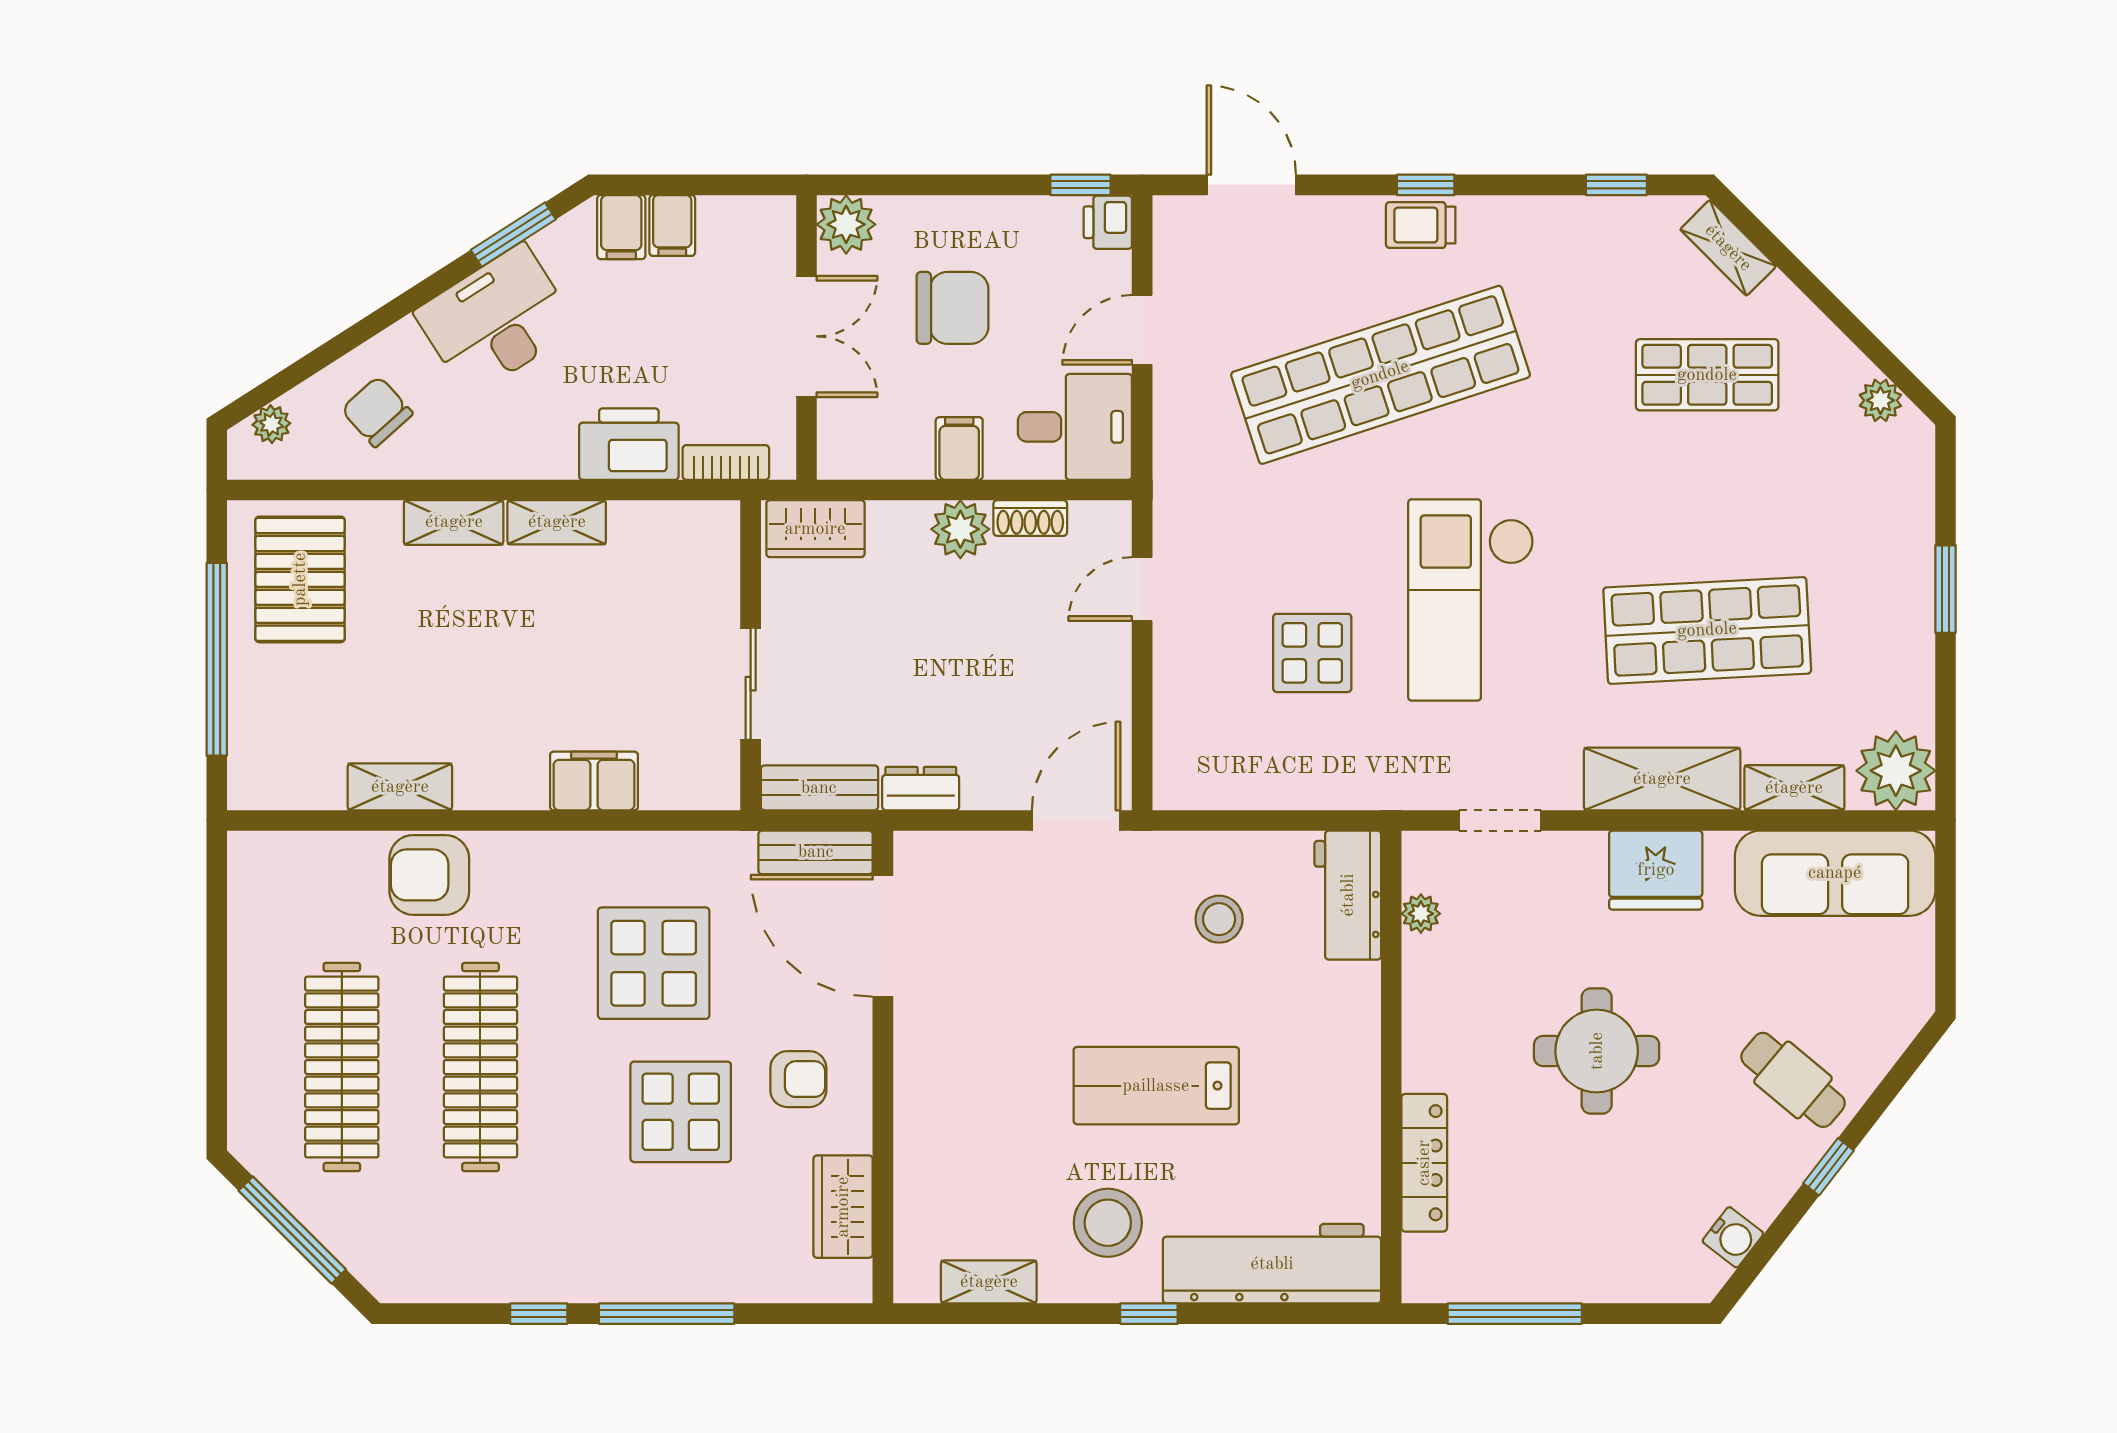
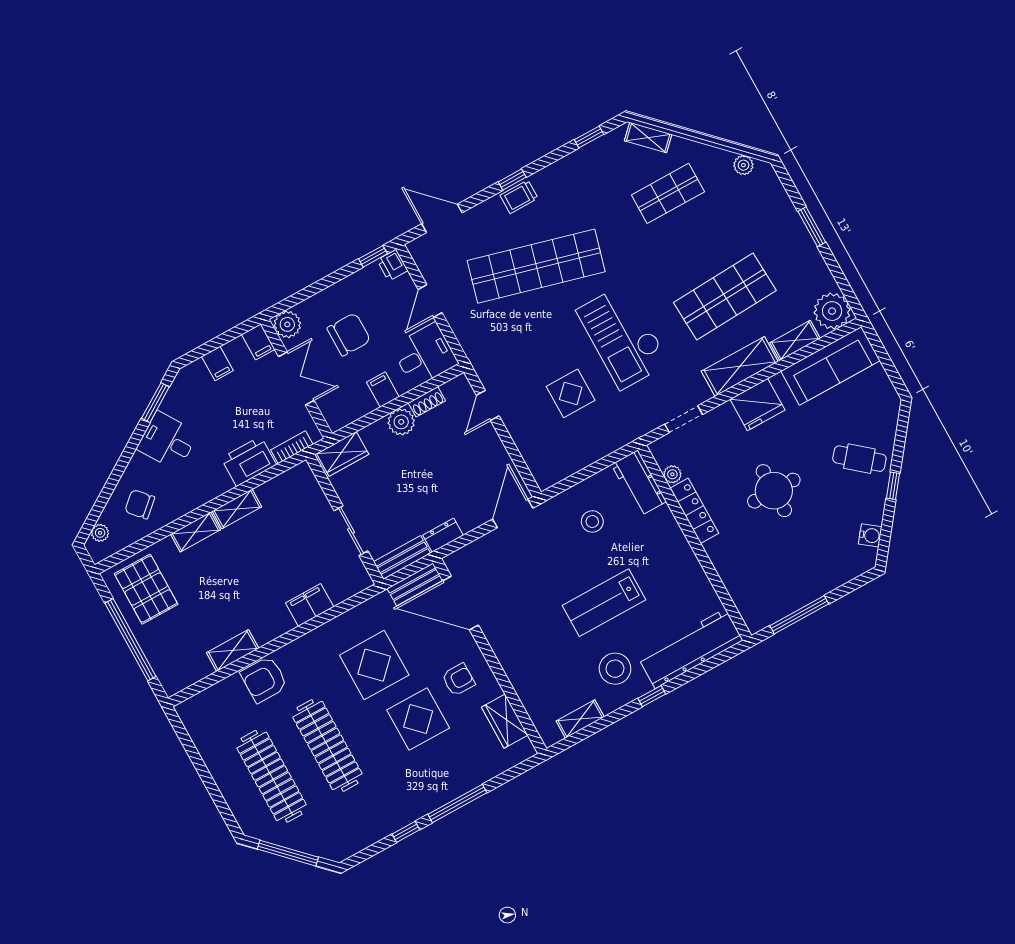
filing cabinet: (621, 227) -> (258, 342), moved
desk: (496, 320) -> (168, 441), width x0.73
shop shelf: (1380, 375) -> (536, 266), turned 33
locker: (1424, 1163) -> (694, 511), moved

